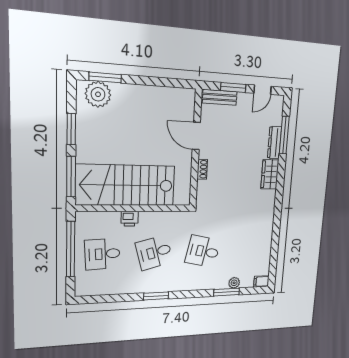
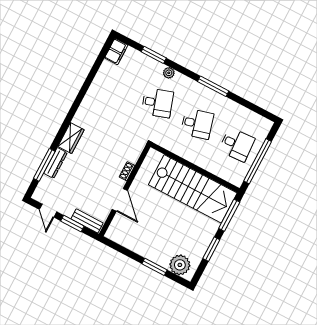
window: (105, 77) -> (155, 267), moved
door: (263, 90) -> (48, 211), swing flipped
printer: (130, 219) -> (203, 161), removed
desk: (203, 251) -> (157, 103), turned -30
filing cabinet: (261, 281) -> (116, 52), width x2.00
plant: (234, 283) -> (169, 73), moved
window: (156, 296) -> (213, 86), width x1.44

